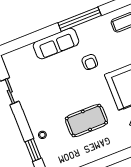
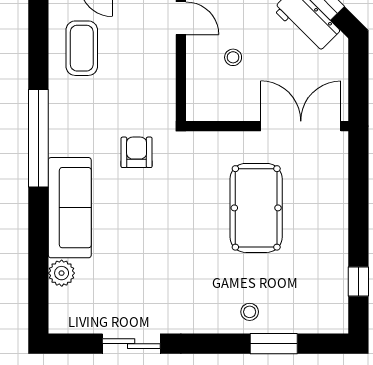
plant: (28, 51) -> (62, 273), added
armchair: (90, 62) -> (137, 152), turned -90

